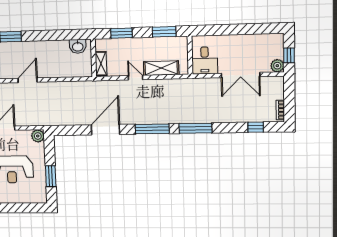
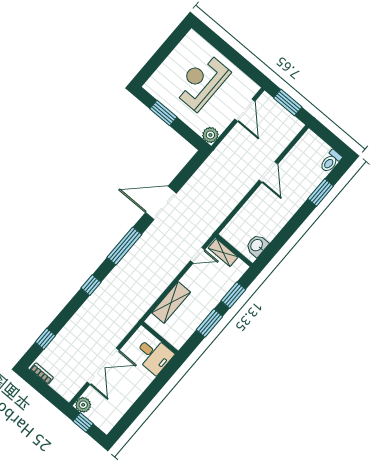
window: (164, 32) -> (209, 323), moved
desk: (205, 61) -> (154, 355), moved, turned 180
double door: (241, 75) -> (103, 366), swing flipped
door: (135, 78) -> (198, 255), moved
window: (195, 128) -> (91, 285), width x0.46
door: (105, 130) -> (161, 203), swing flipped

